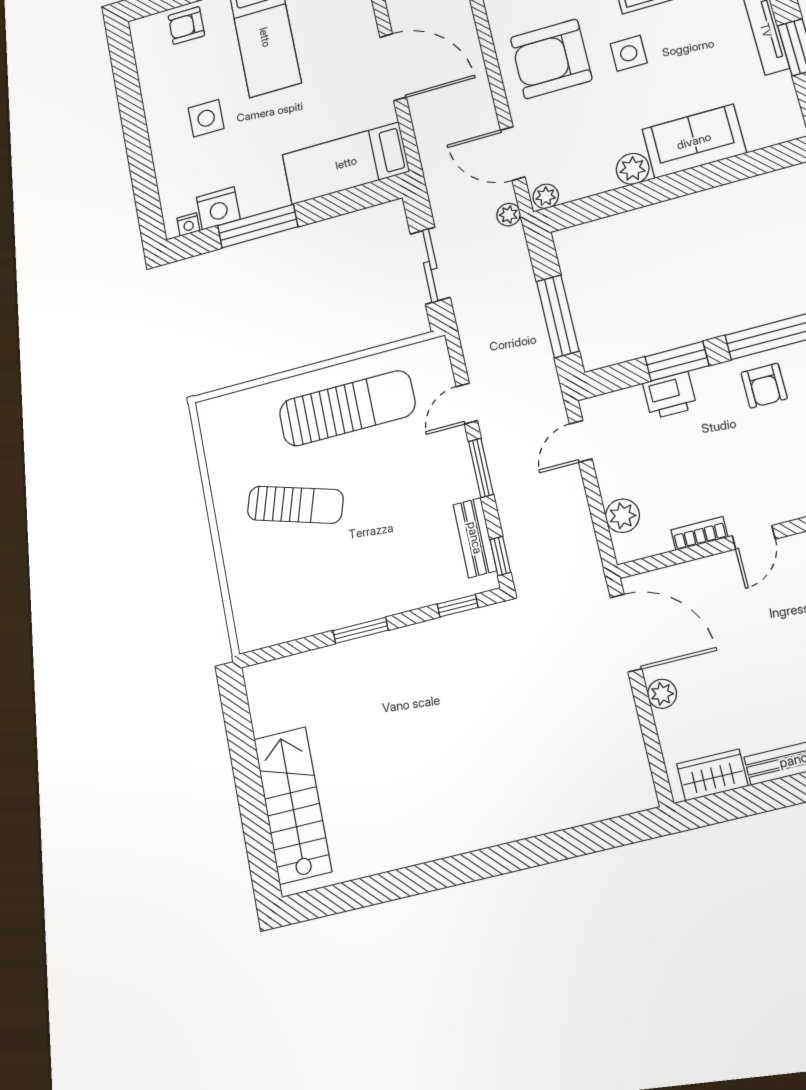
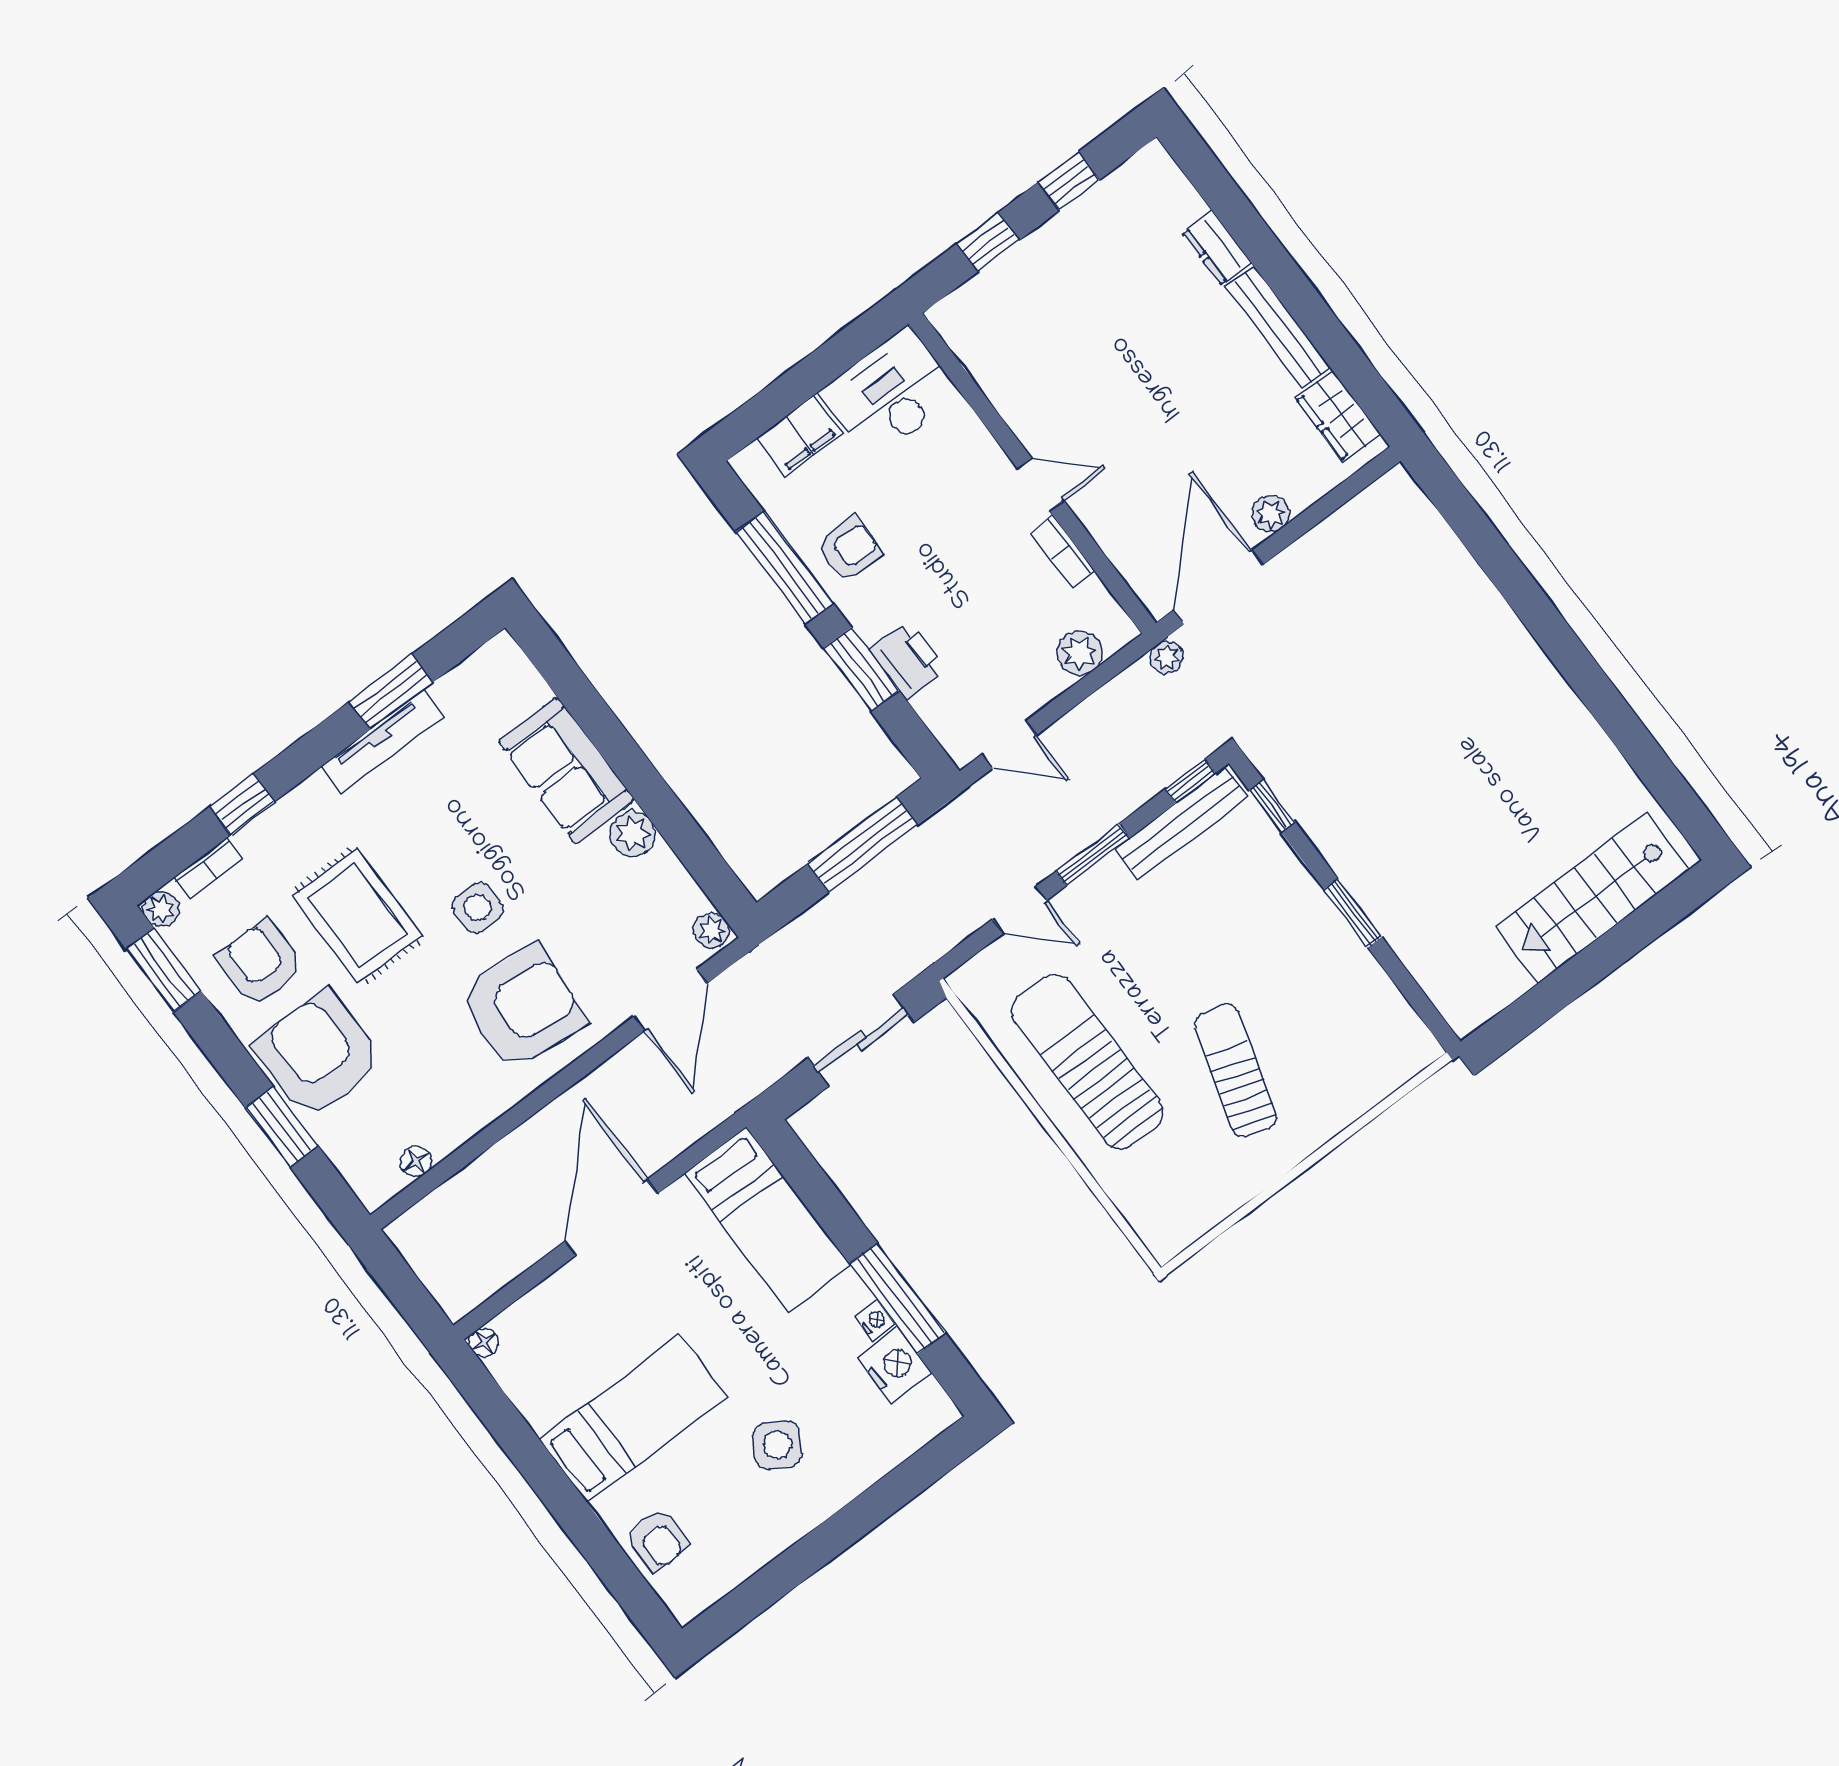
armchair: (551, 59) -> (522, 1007), turned -85
side table: (206, 118) -> (778, 1445), turned 30
plant: (509, 215) -> (1167, 657), moved
nightstand: (188, 224) -> (875, 1321), moved
bench: (475, 538) -> (1181, 823), width x1.36

